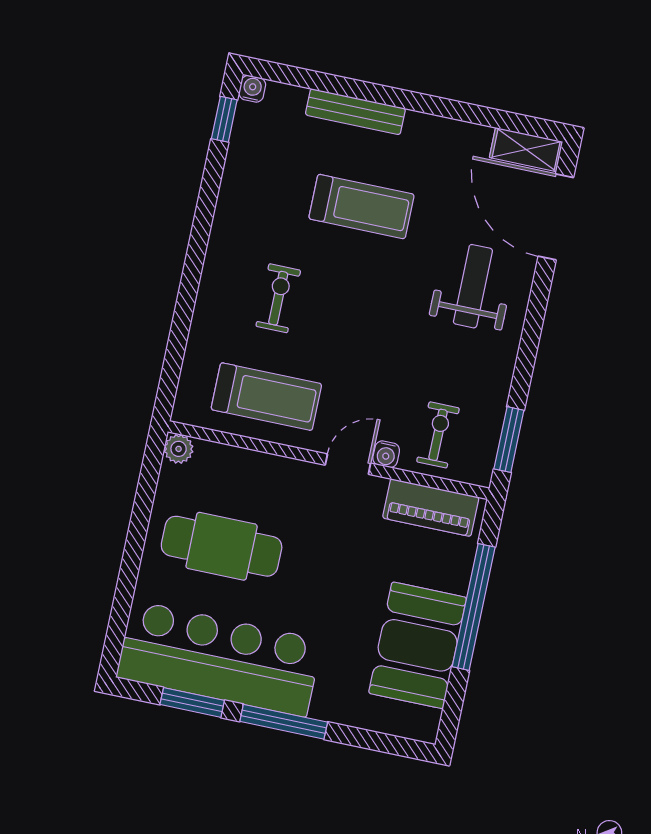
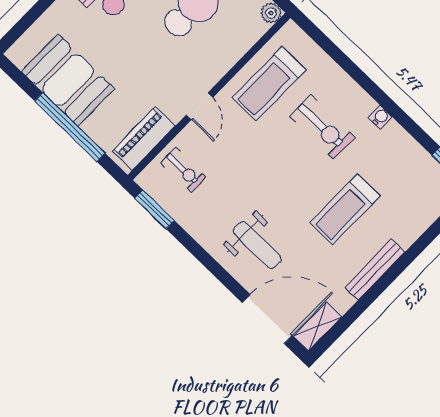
bench: (355, 112) -> (375, 270), moved
exercise bike: (278, 298) -> (322, 127), width x1.38, depth x1.39
water cooler: (386, 454) -> (380, 117), moved, turned 90

